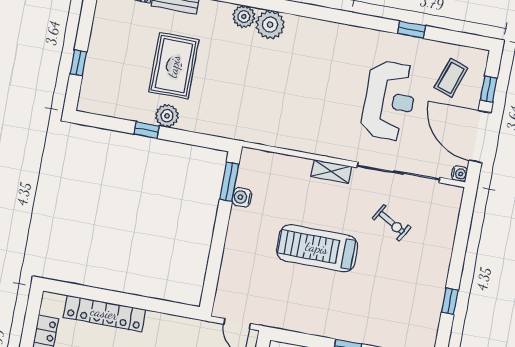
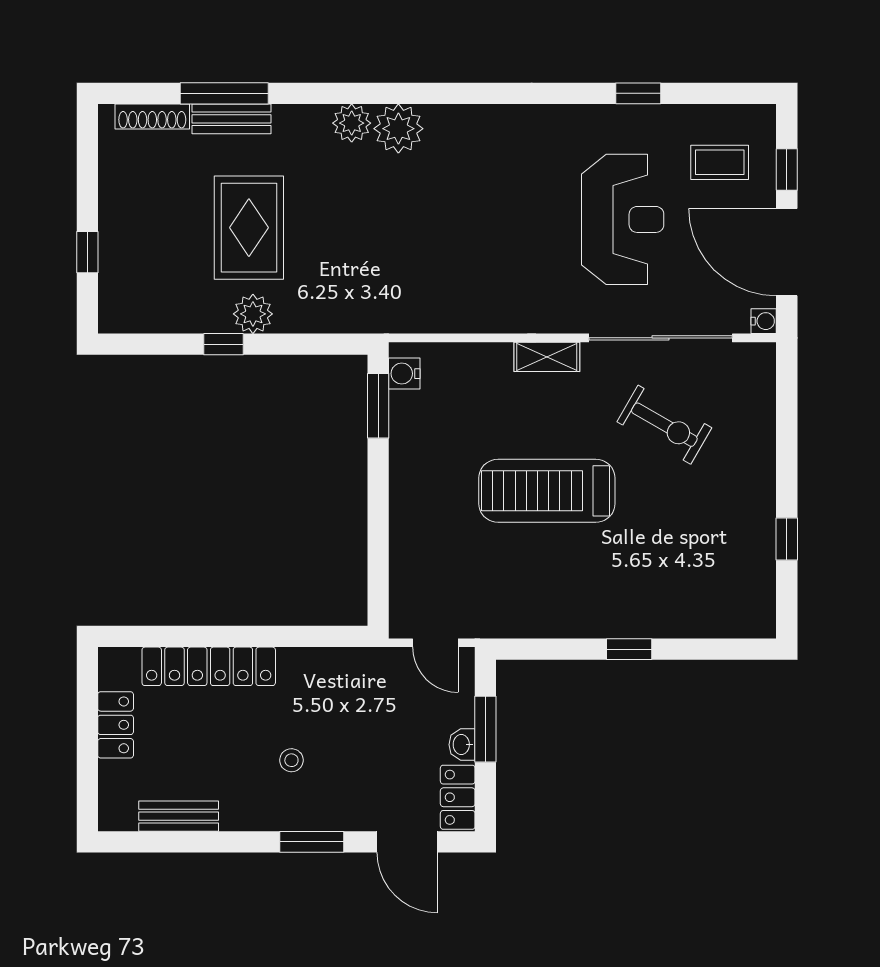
coffee table: (451, 78) -> (720, 162), turned 71
water cooler: (242, 197) -> (404, 374), moved
exercise bike: (392, 223) -> (664, 425), width x1.38, depth x1.39

